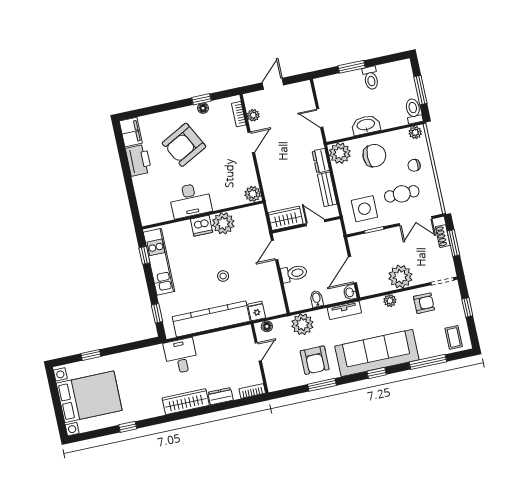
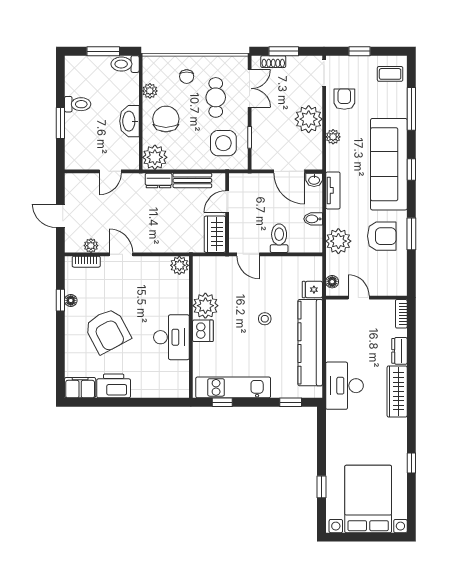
plant: (415, 133) -> (150, 91), moved
desk: (181, 356) -> (344, 386), width x1.37

